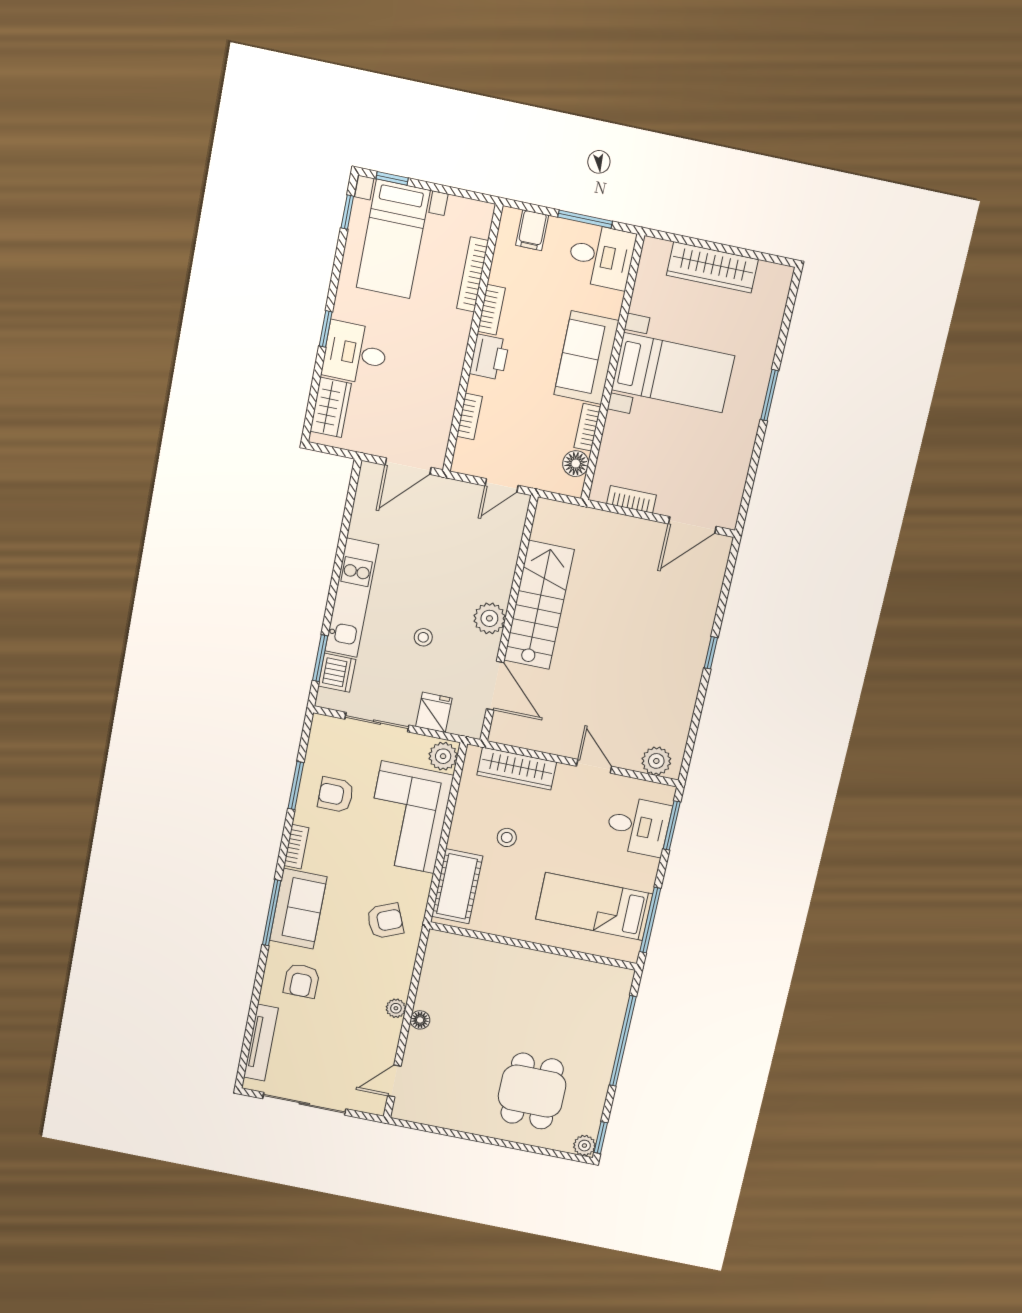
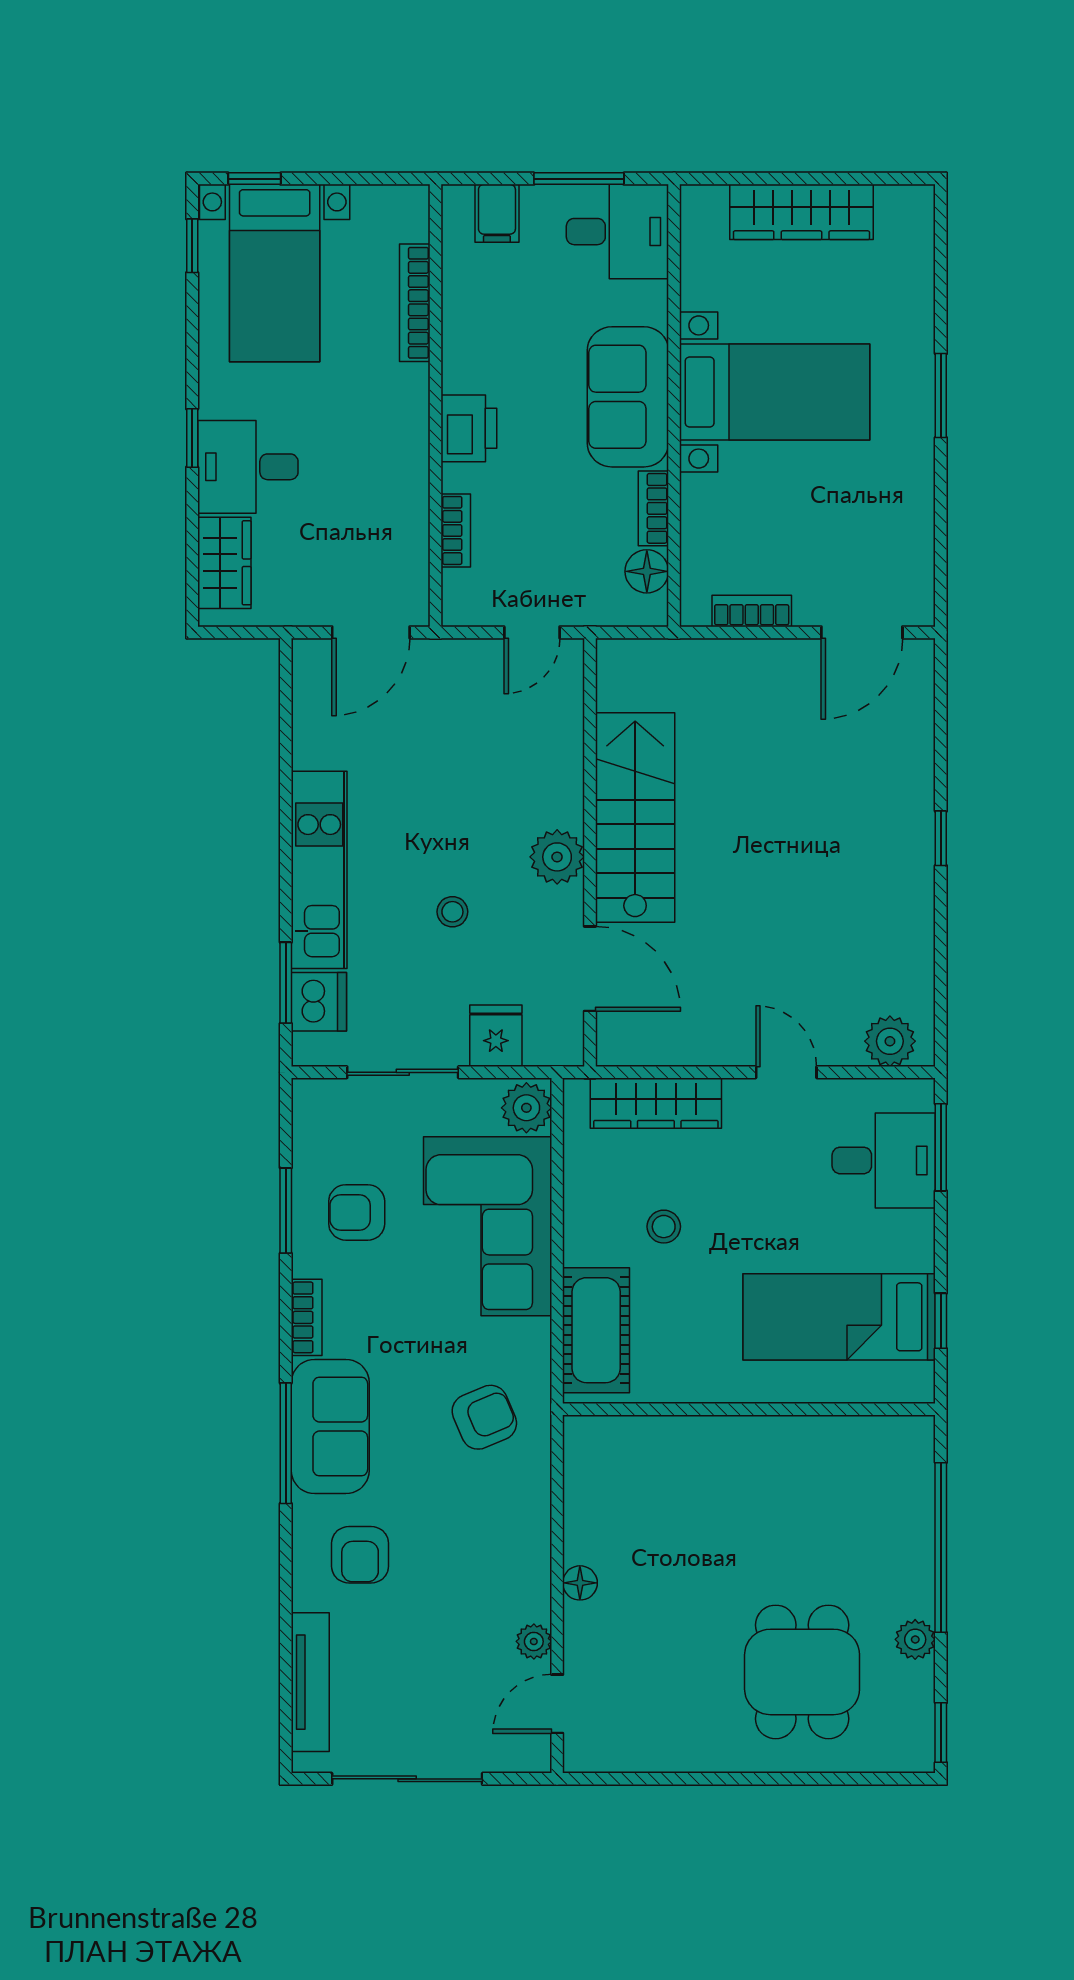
bookcase: (491, 310) -> (457, 352), removed
window: (650, 920) -> (941, 1321), width x0.46
plant: (396, 1008) -> (534, 1641), moved
plant: (584, 1146) -> (915, 1639), moved

